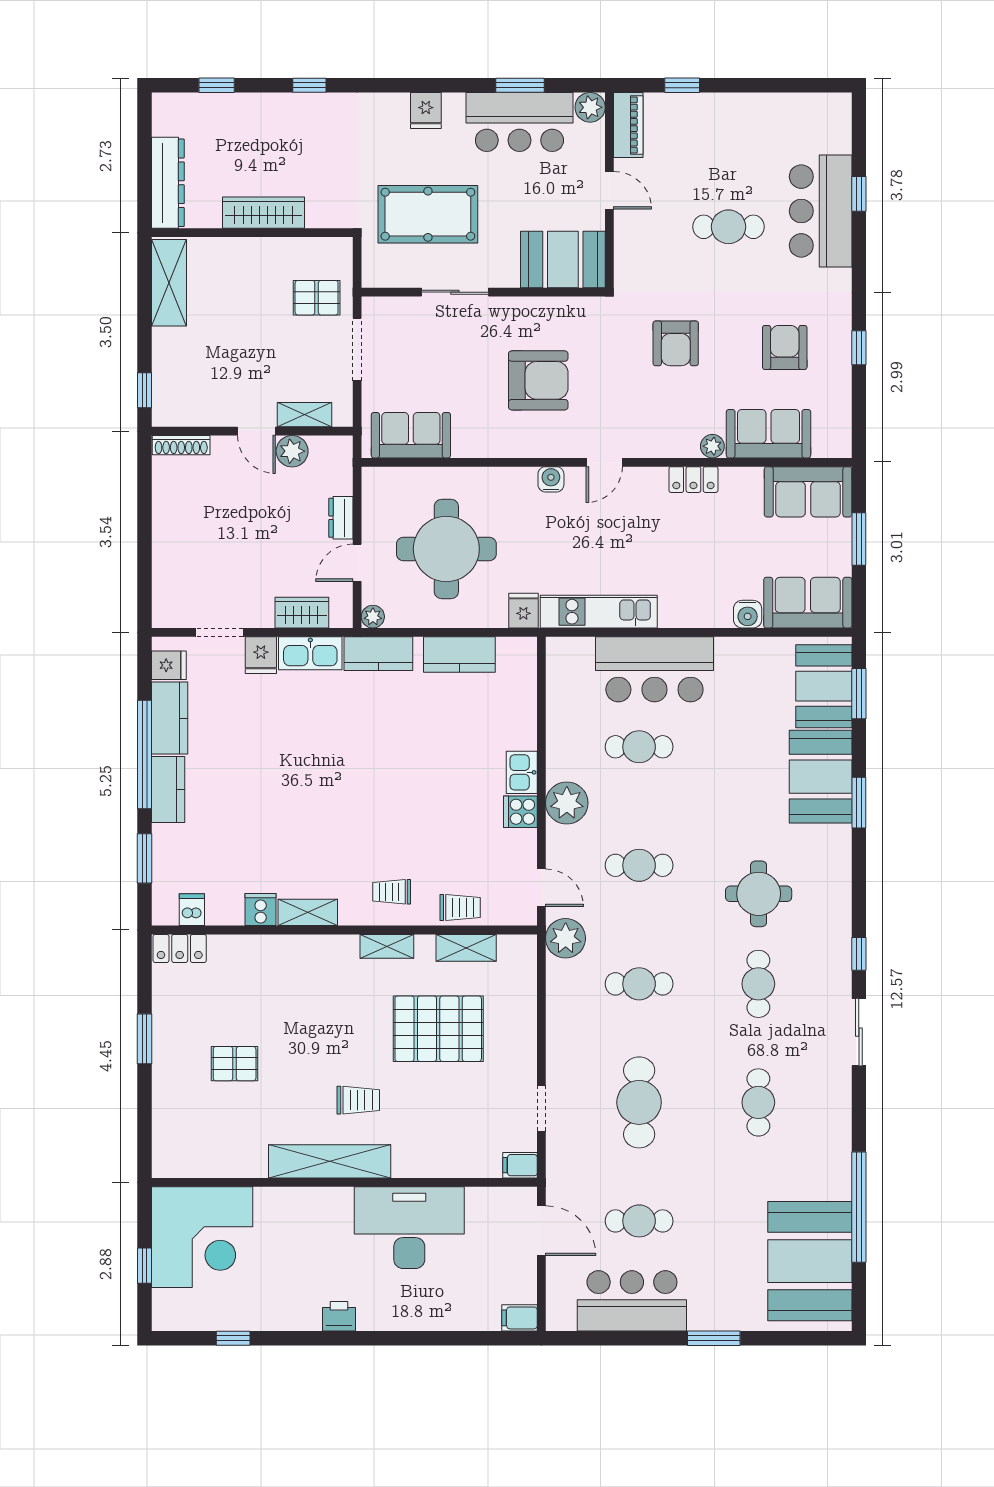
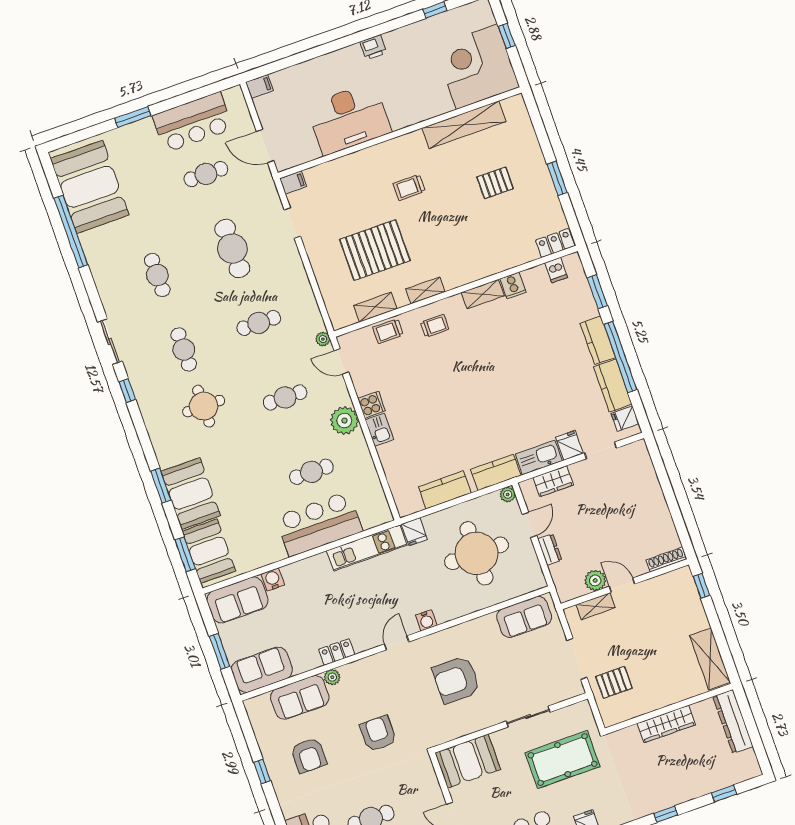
plant: (566, 938) -> (323, 339), width x0.53, depth x0.53
shelving: (330, 1161) -> (464, 125), moved

